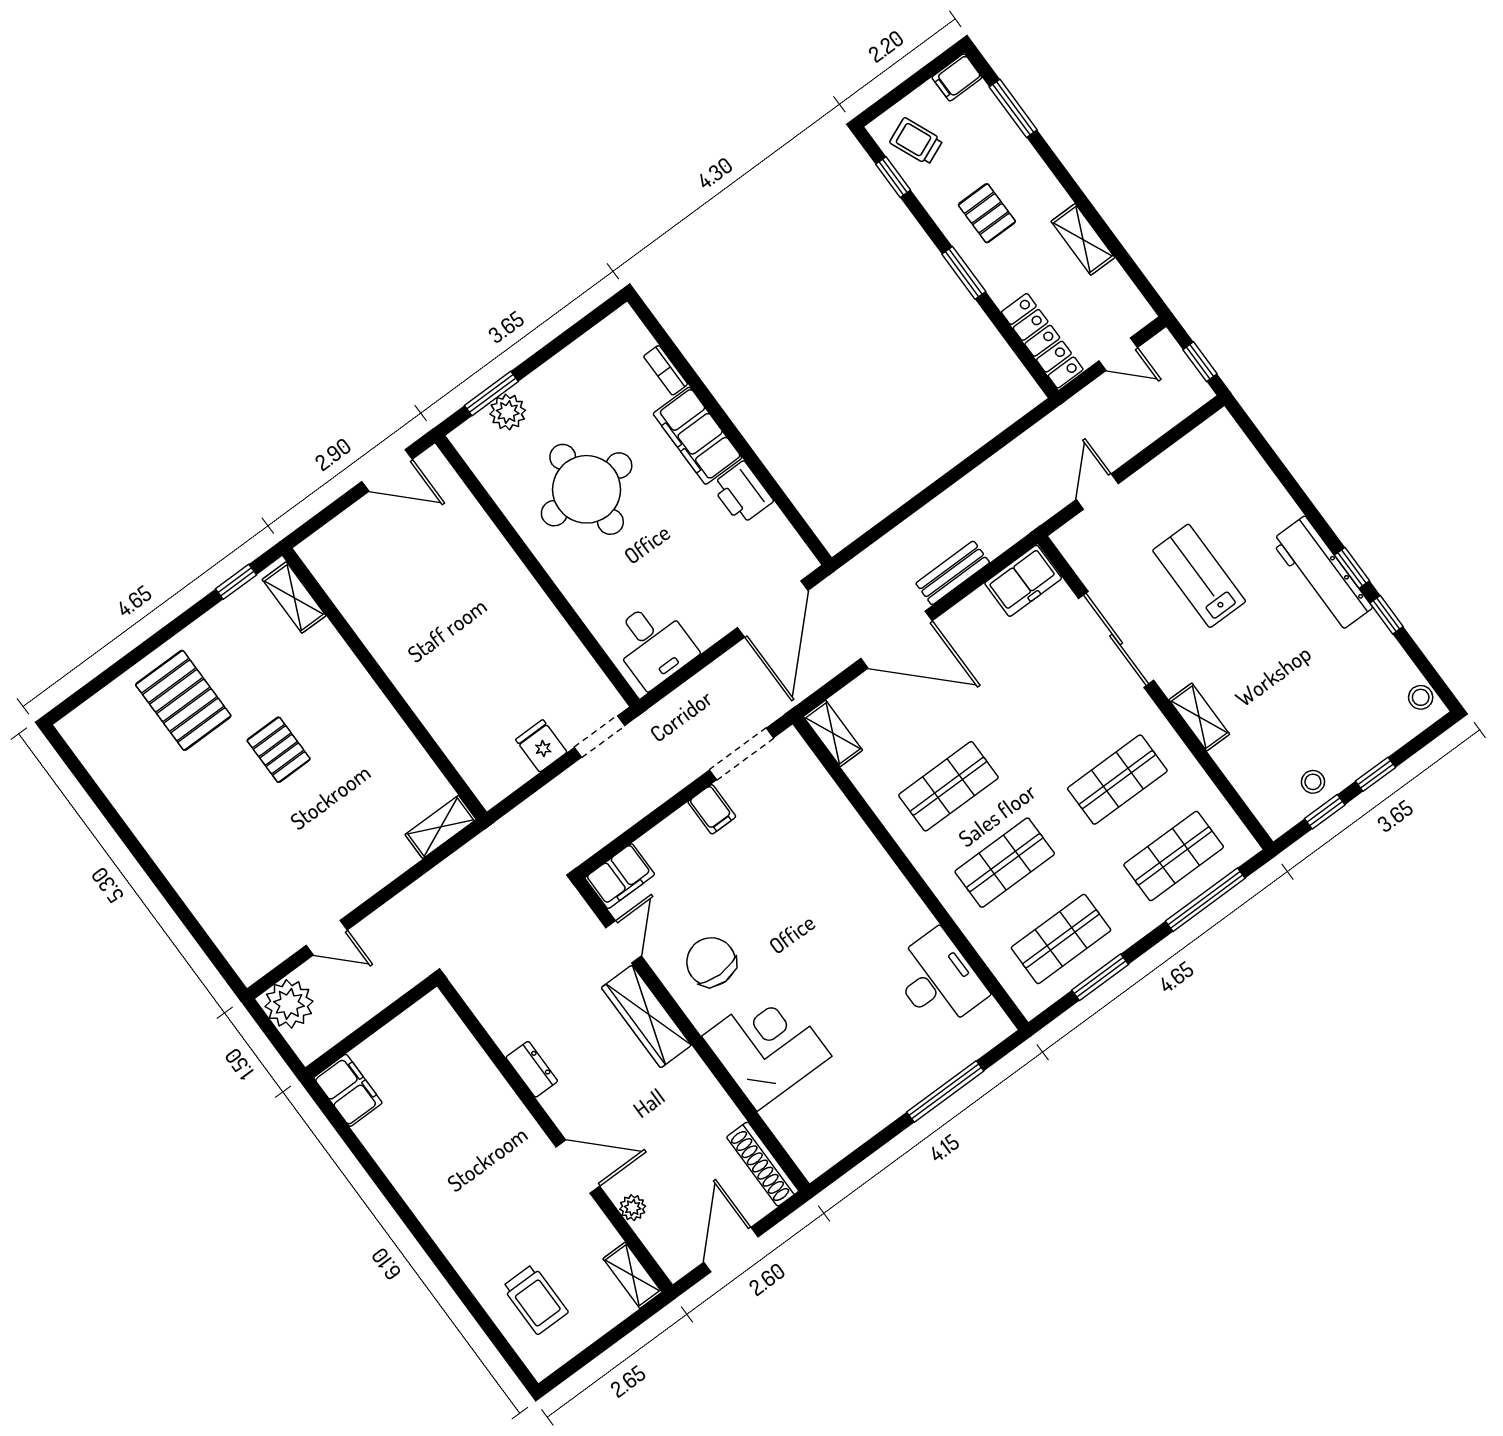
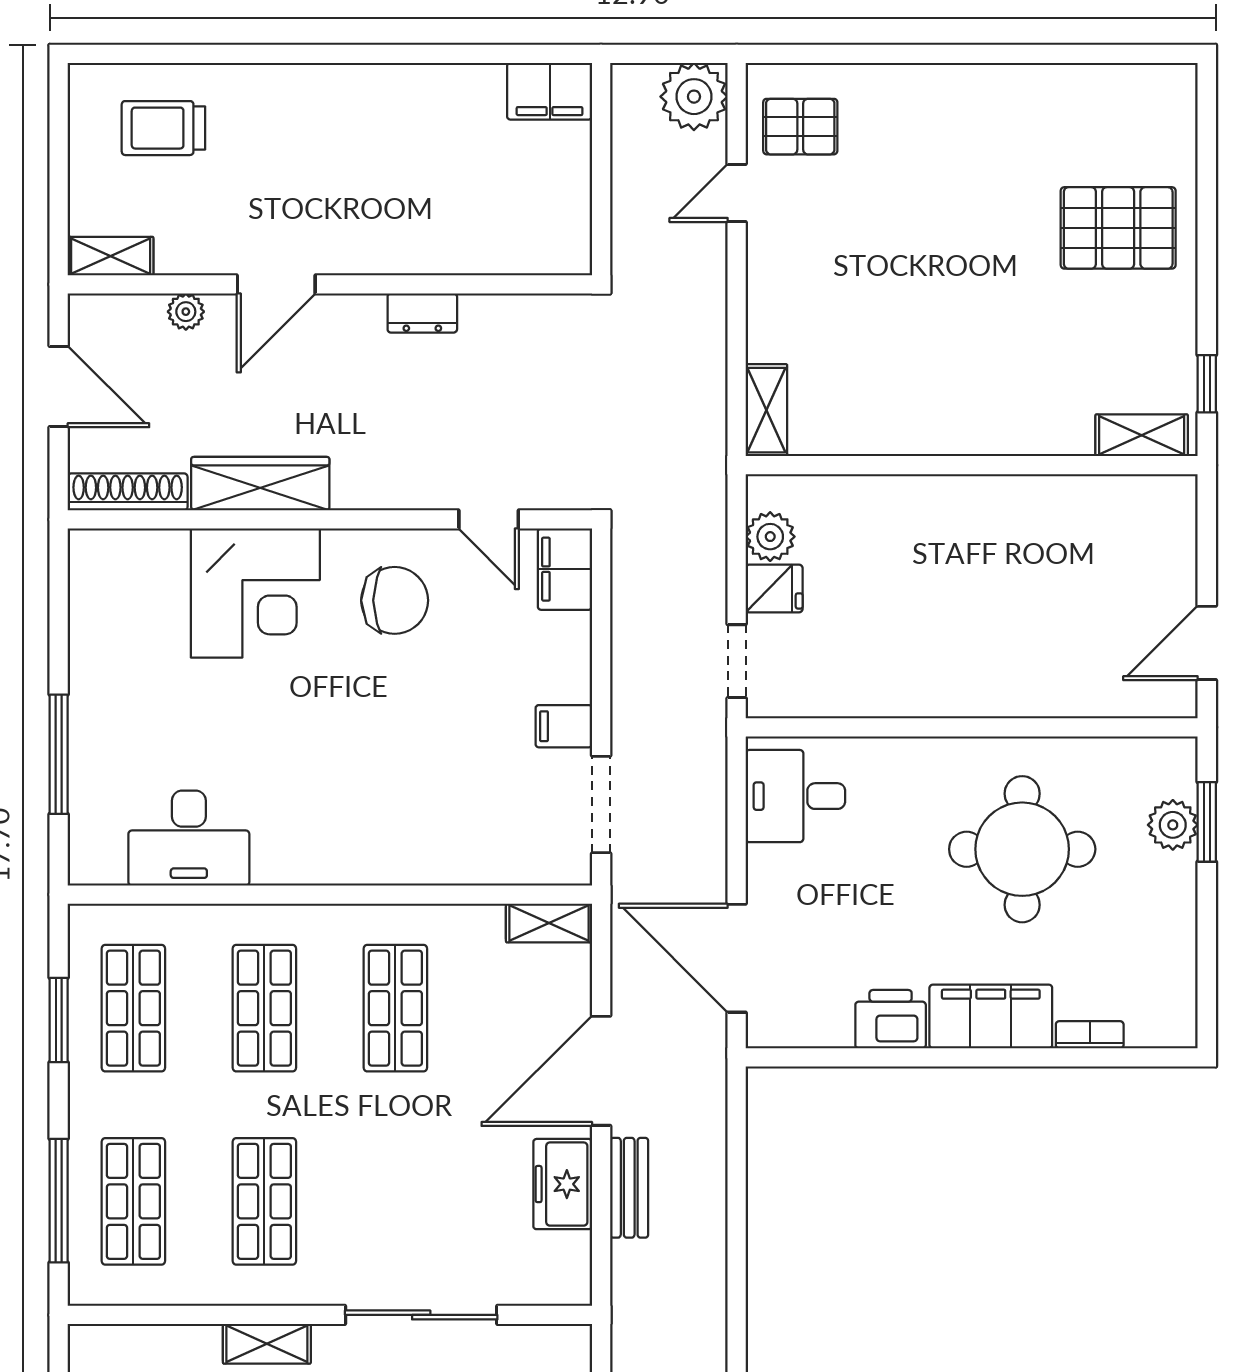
freezer: (1023, 581) -> (563, 1184), moved
pallet: (279, 750) -> (800, 127), moved
plant: (513, 770) -> (770, 537), added
wardrobe: (646, 1016) -> (260, 484), moved

